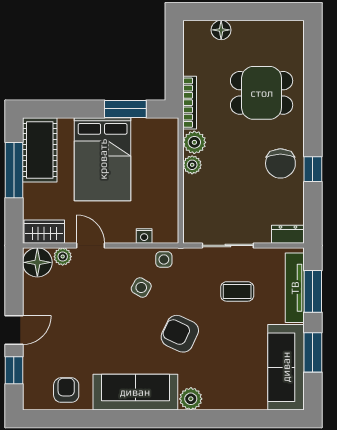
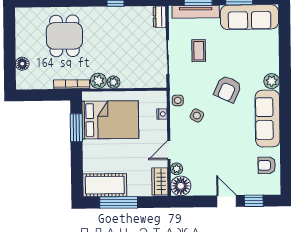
bed: (103, 159) -> (110, 120), moved
chair: (280, 163) -> (112, 22), removed

